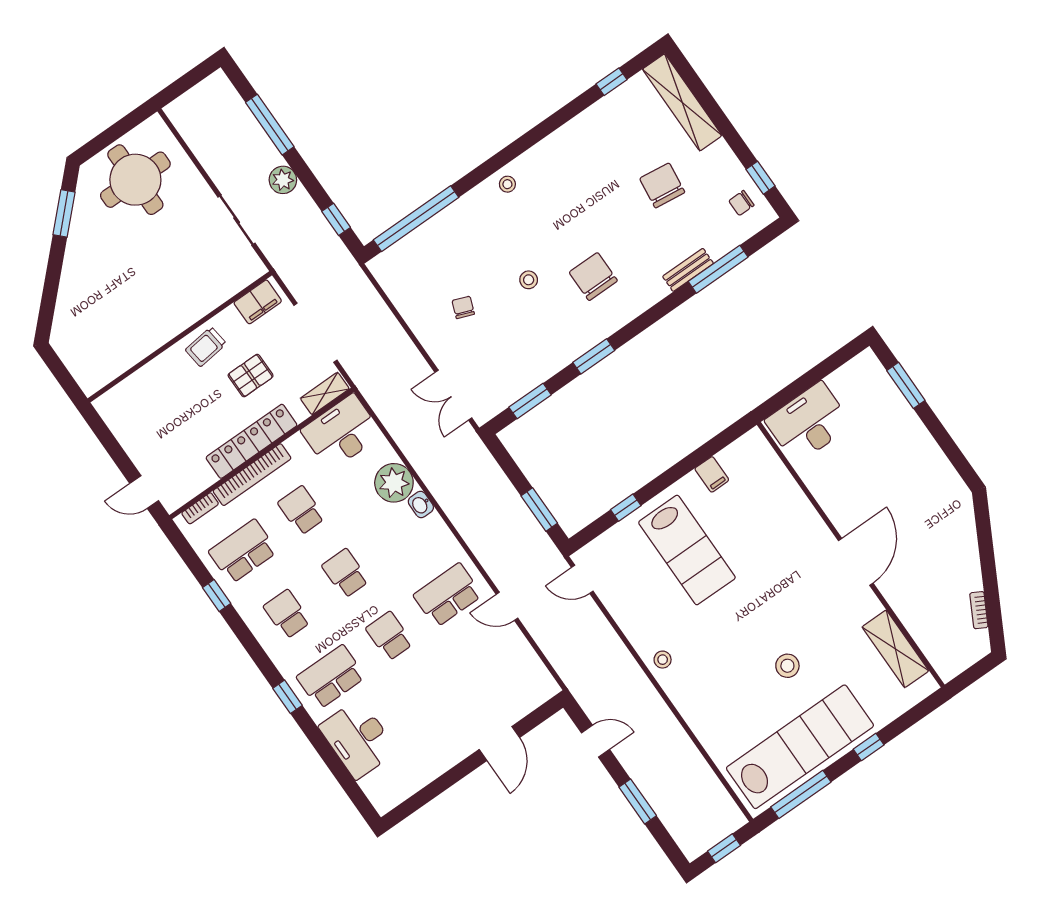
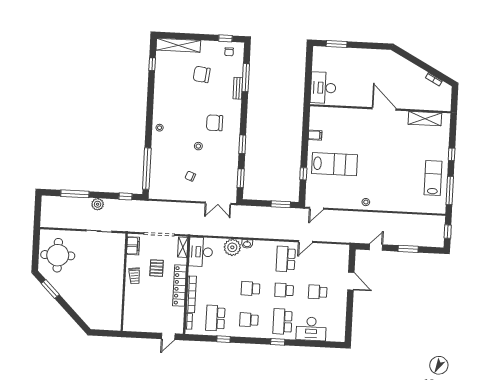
school desk: (301, 510) -> (318, 292), moved
stool: (787, 666) -> (402, 160), removed
lab bench: (800, 747) -> (433, 178), width x0.54, depth x0.72

